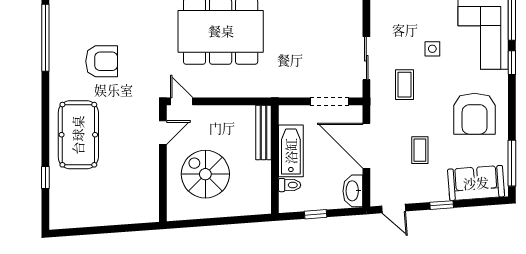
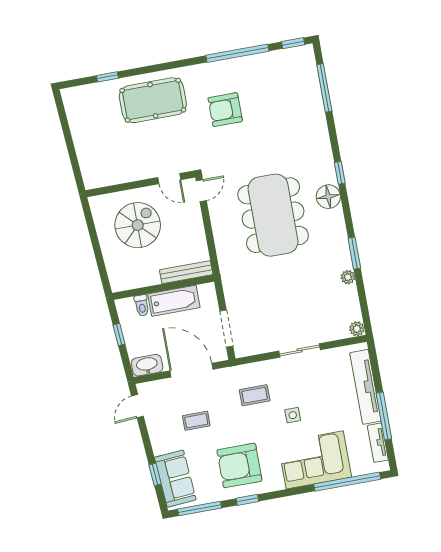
sliding door: (366, 58) -> (300, 350), moved
armchair: (102, 61) -> (225, 110), turned 90
window: (512, 63) -> (247, 500), moved
door: (366, 146) -> (191, 370), hinge flipped
window: (442, 205) -> (155, 474), moved

